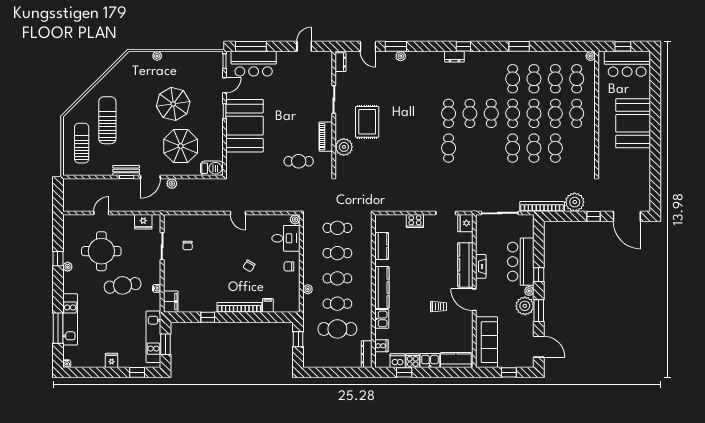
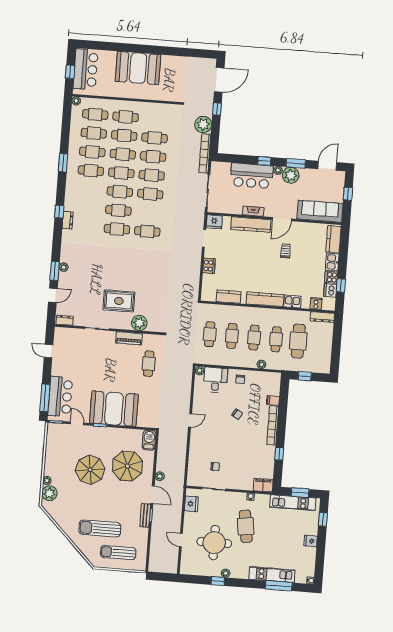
plant: (143, 60) -> (49, 493), added
cafe table: (491, 148) -> (150, 194), added

